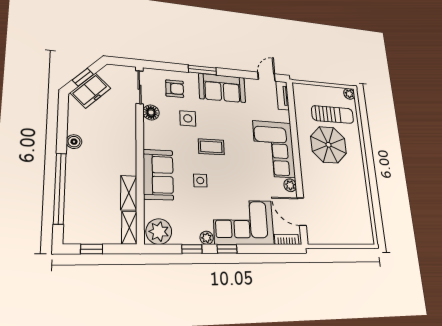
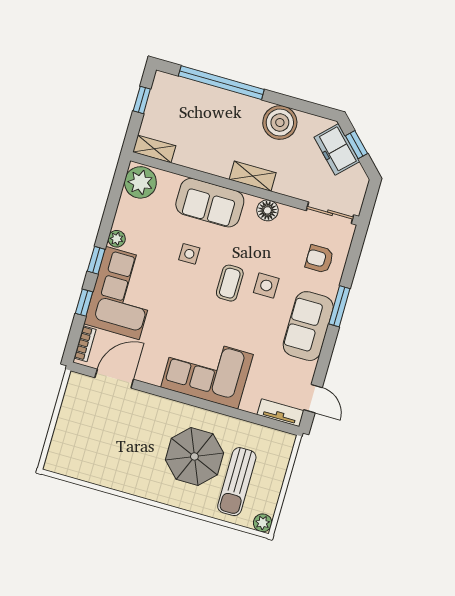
armchair: (175, 89) -> (319, 259), turned 90
floor lamp: (151, 112) -> (267, 210), moved
side table: (188, 118) -> (266, 285), moved
boiler: (74, 142) -> (280, 123), width x1.86, depth x1.86
plant: (290, 185) -> (153, 376), removed
shelving: (129, 193) -> (253, 176), moved
window: (192, 249) -> (84, 303), moved

